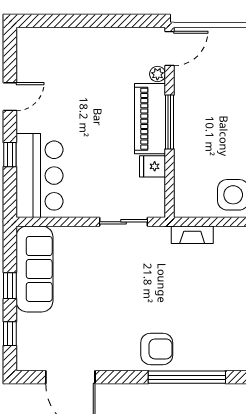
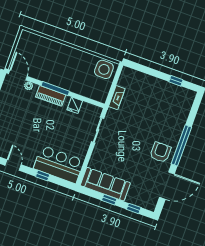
piano: (150, 119) -> (51, 96), width x0.73, depth x0.75
armchair: (157, 349) -> (160, 152), moved
window: (187, 377) -> (181, 145), moved

